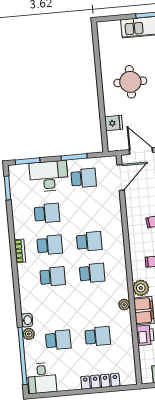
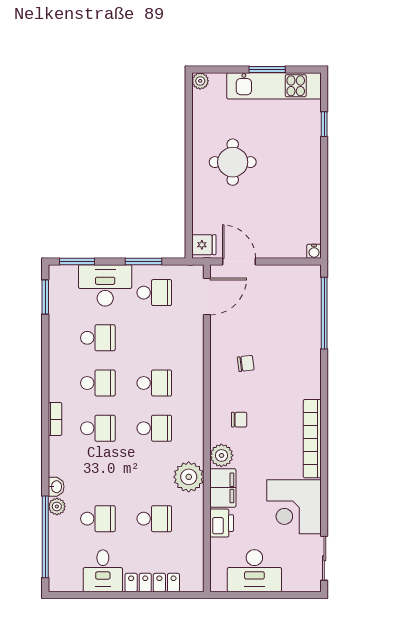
plant: (103, 27) -> (200, 81), added
fridge: (114, 123) -> (204, 245), moved
bookcase: (20, 251) -> (55, 419), moved
plant: (124, 305) -> (189, 477), width x1.88, depth x1.88
desk: (42, 378) -> (103, 571), moved

